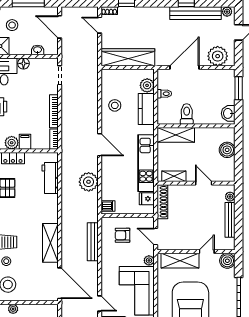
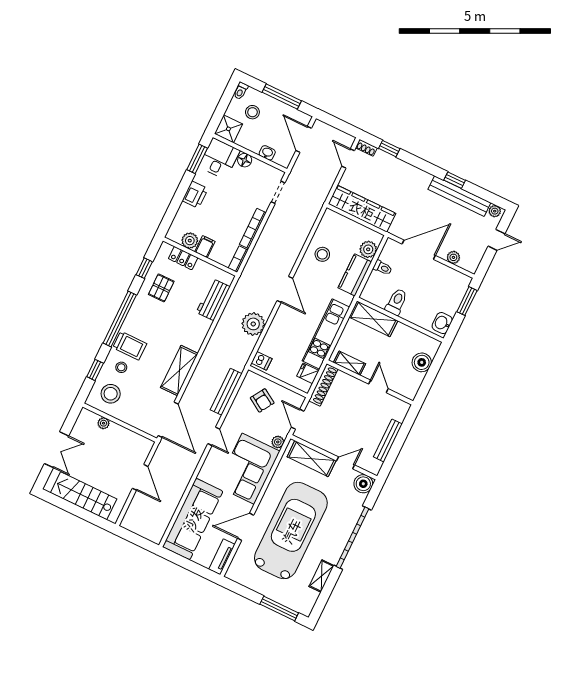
plant: (218, 56) -> (453, 257), width x0.53, depth x0.53
plant: (230, 197) -> (400, 415), removed
armchair: (123, 235) -> (262, 400), turned -148
door: (100, 304) -> (214, 436), moved

